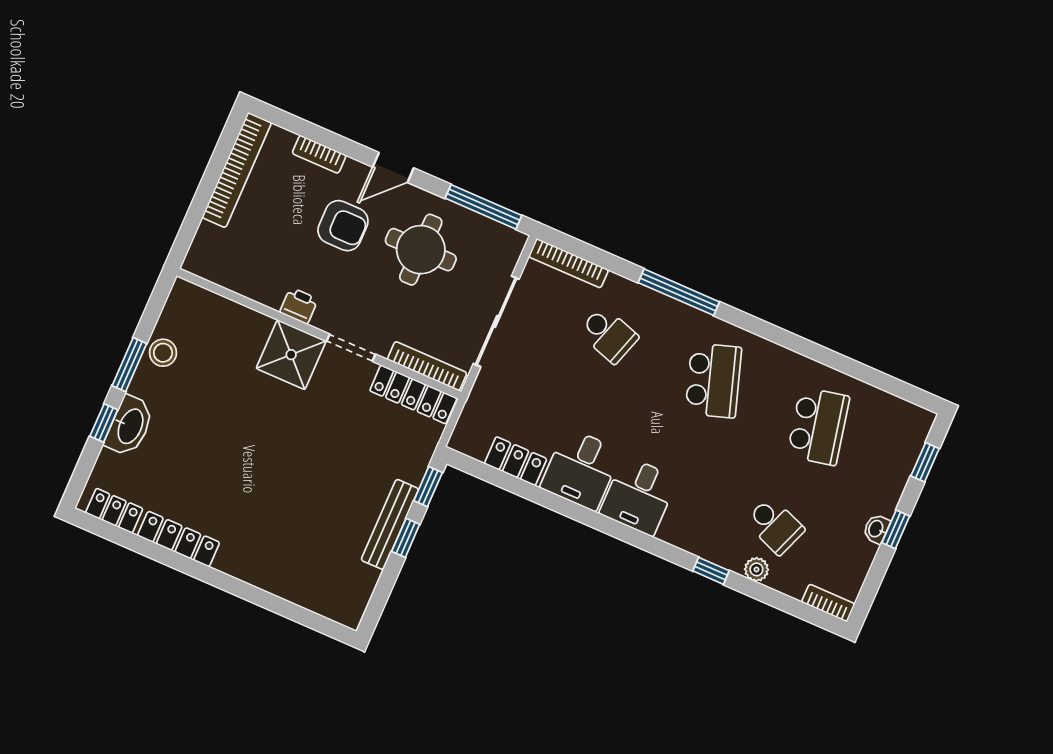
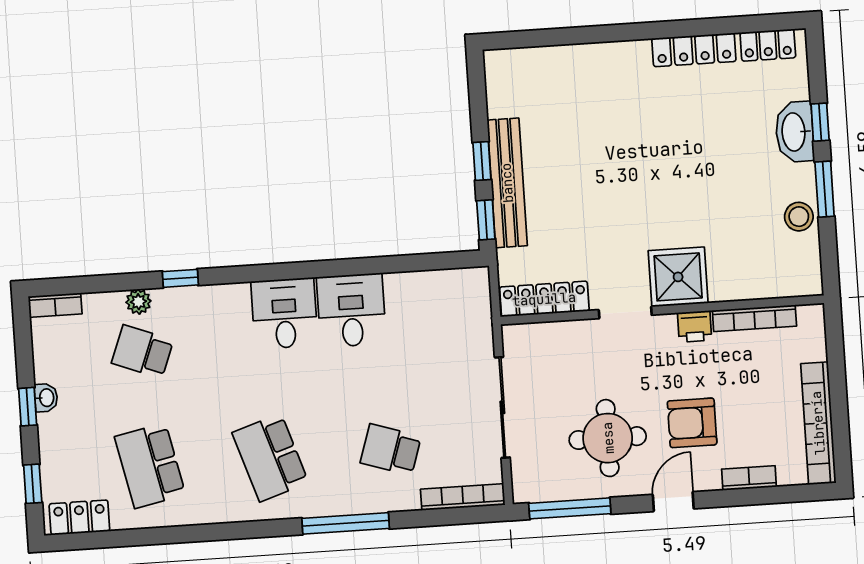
bookcase: (427, 366) -> (754, 318), moved
locker: (516, 461) -> (79, 517), moved, turned 180
bench: (390, 524) -> (507, 183), width x1.37, depth x1.21

